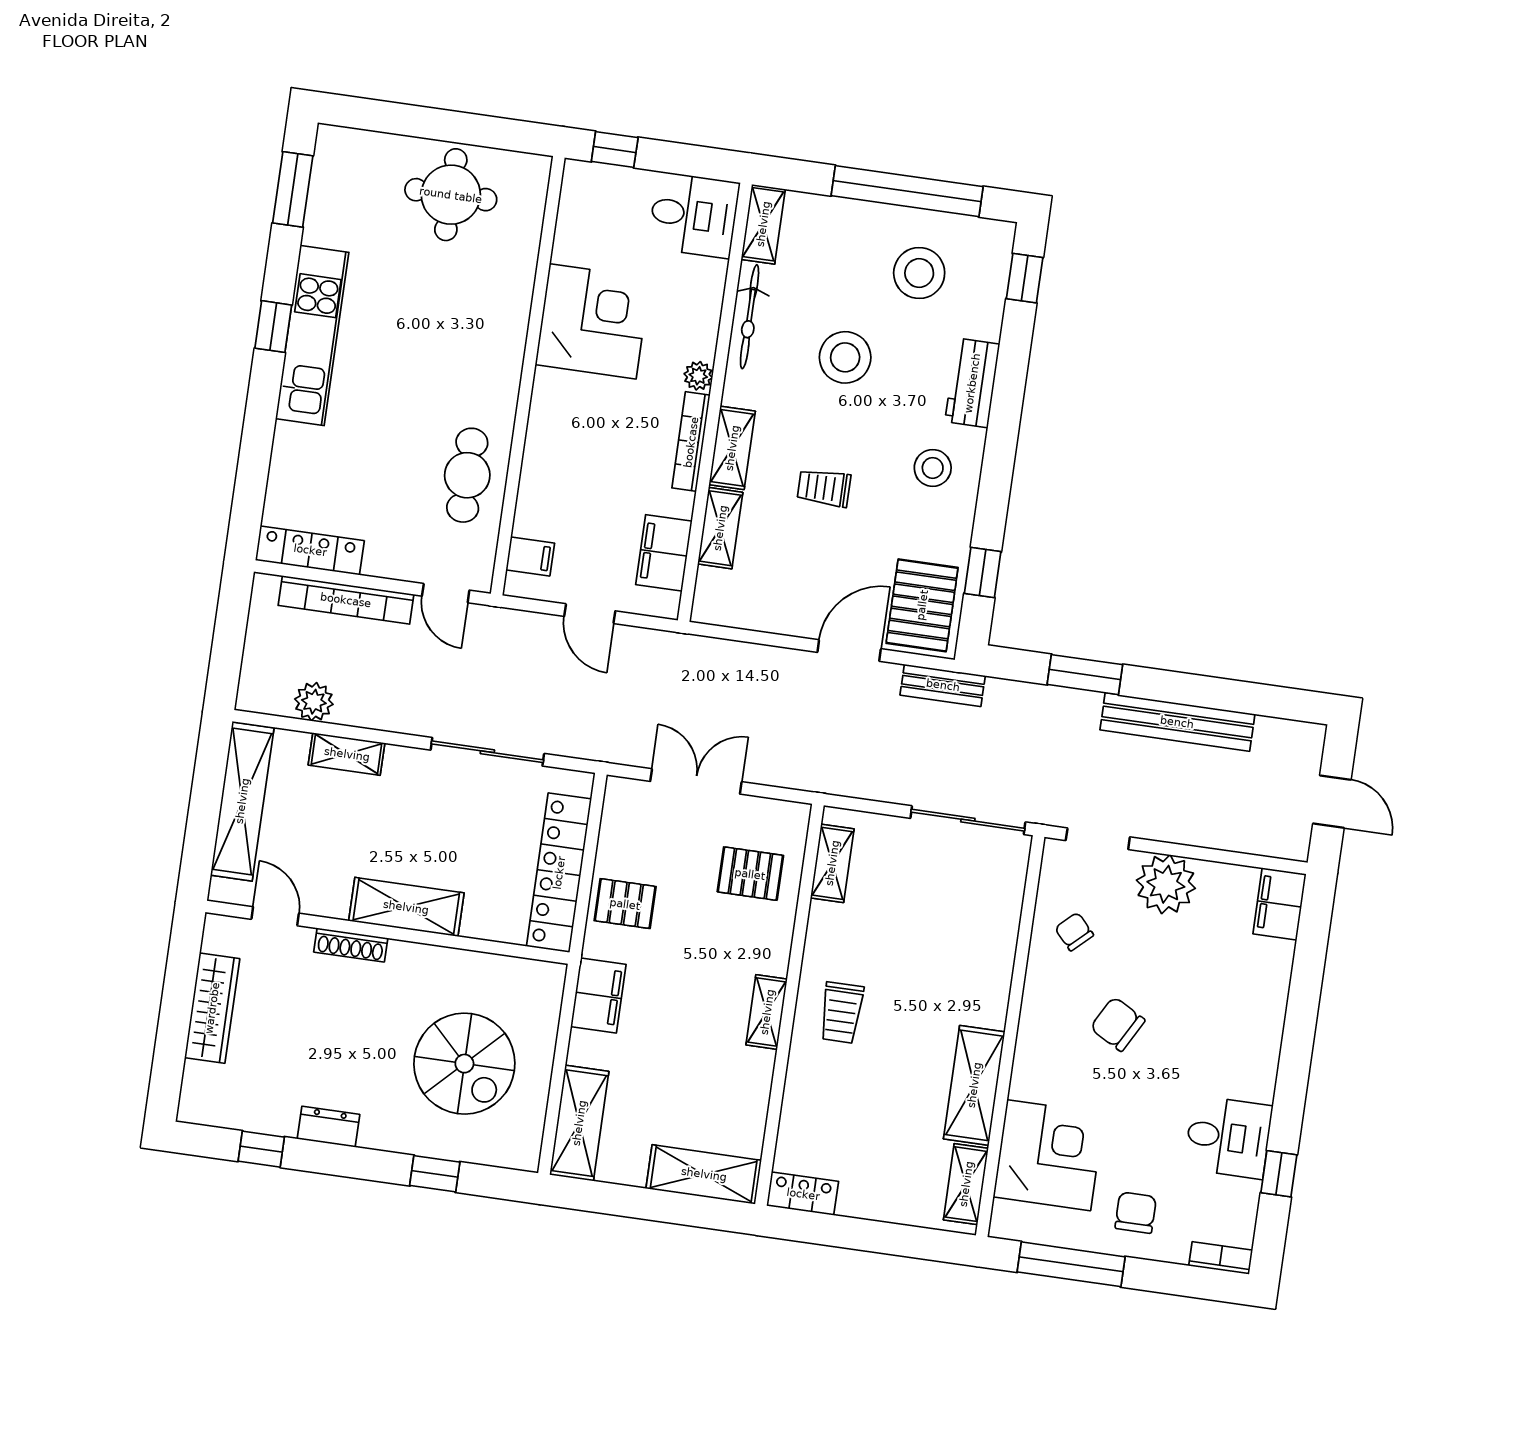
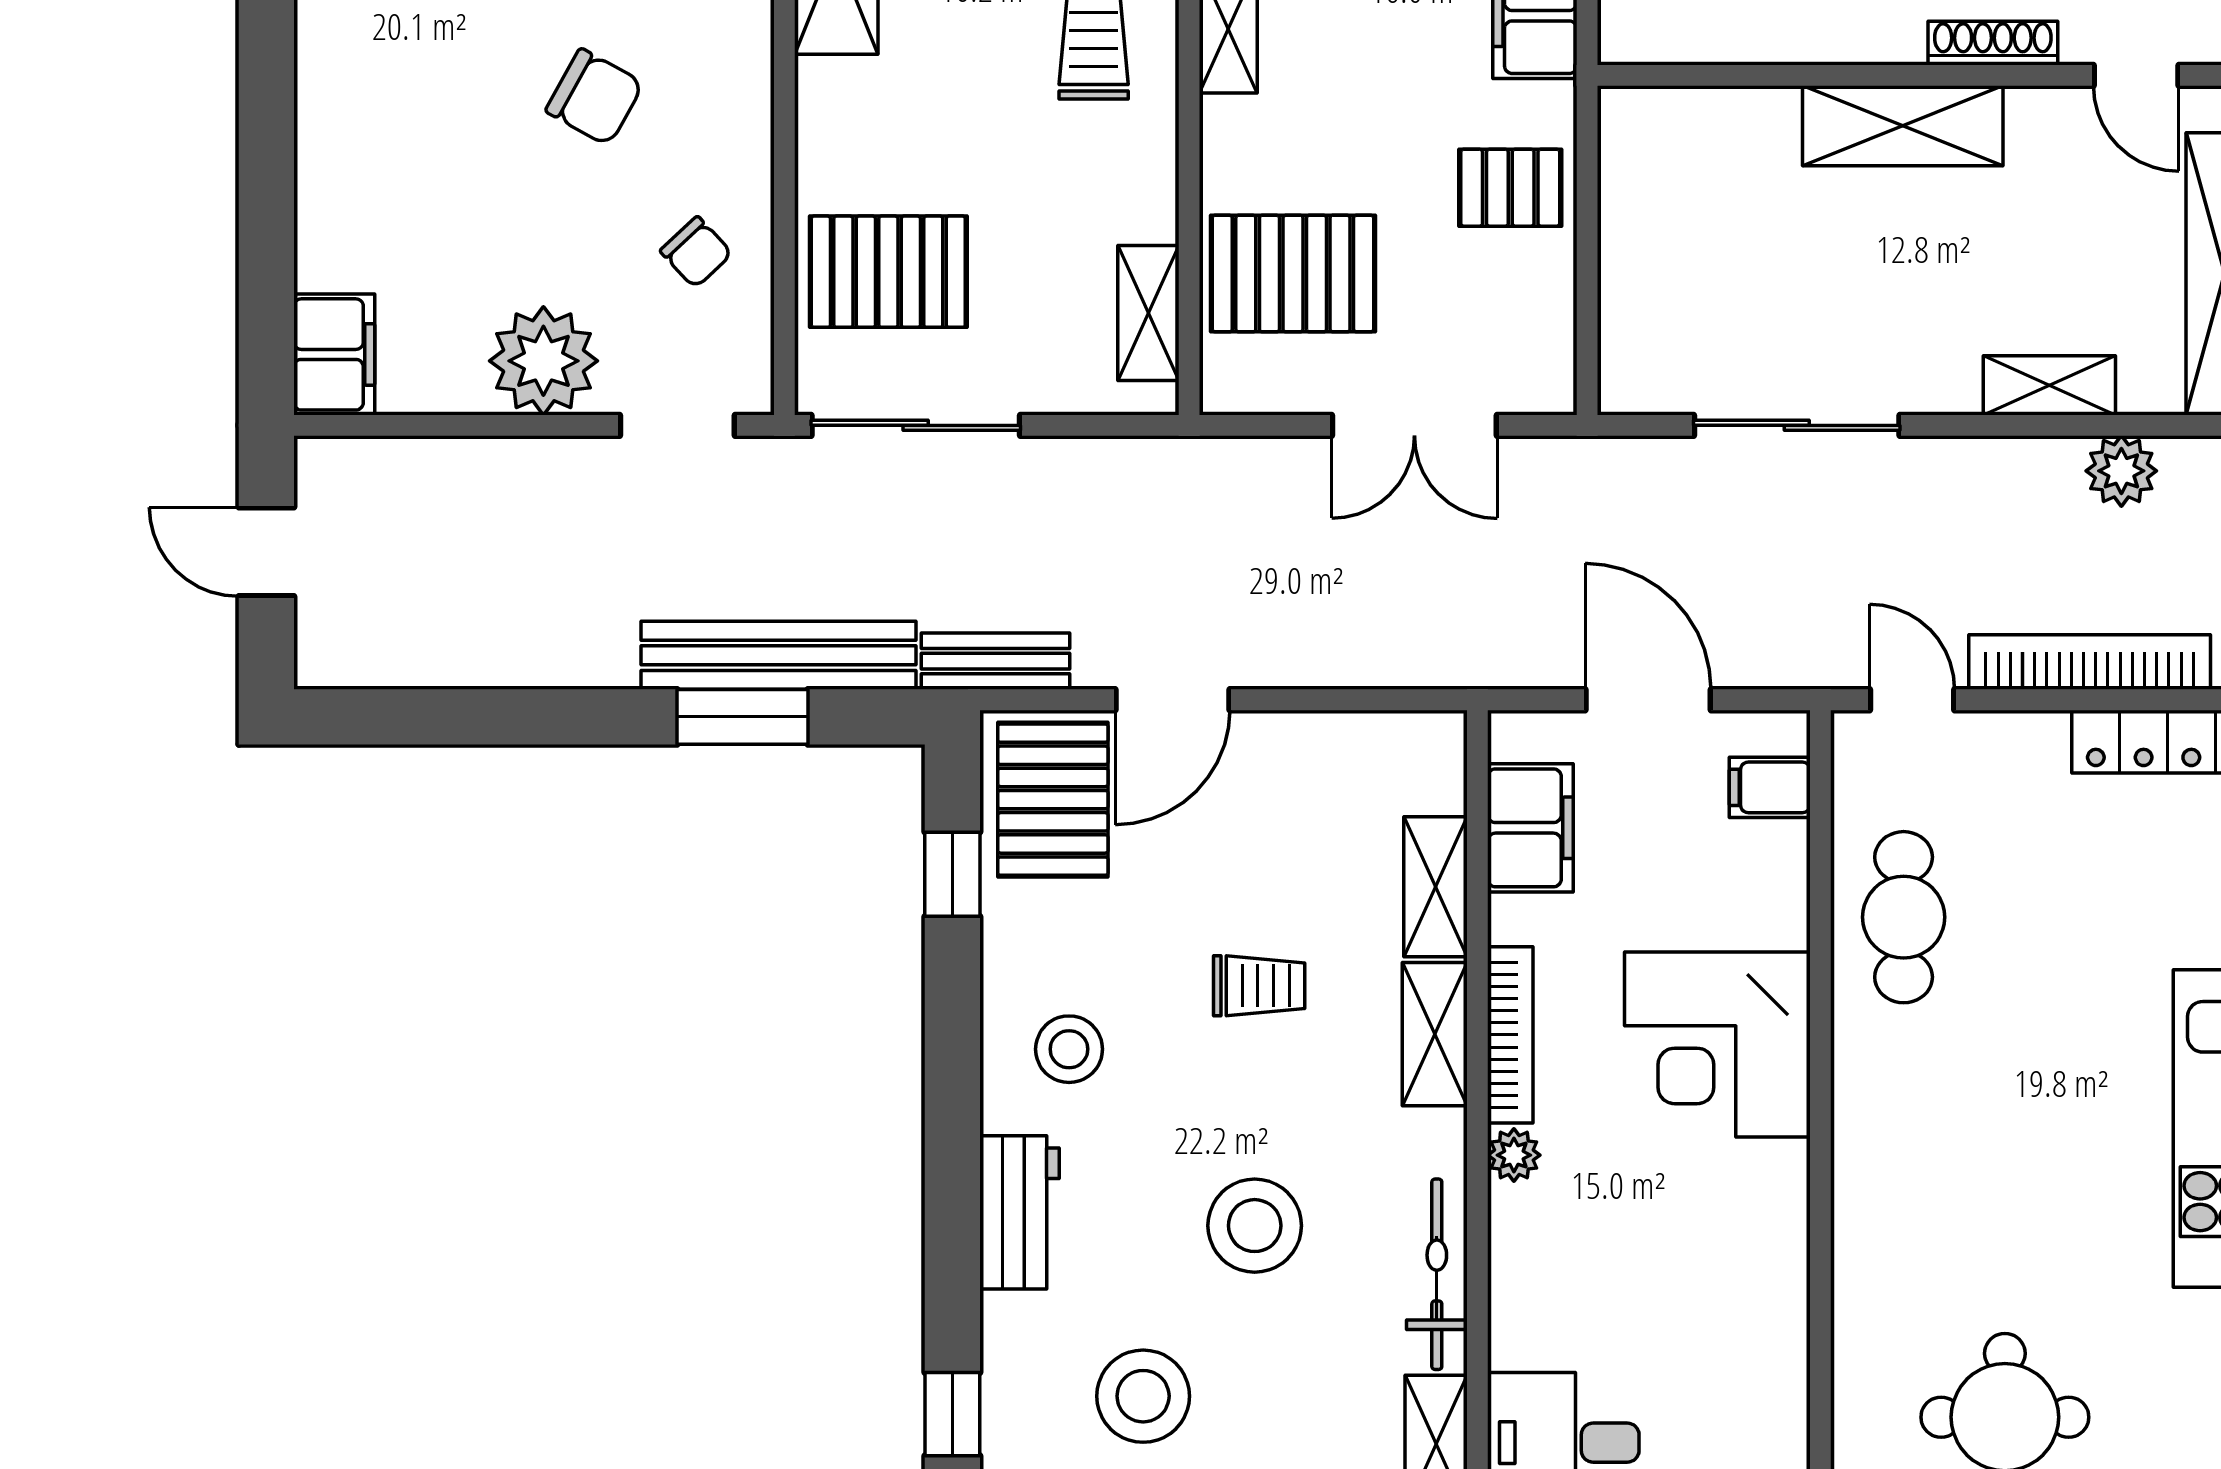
corner desk: (593, 321) -> (1717, 1044), moved
door: (590, 614) -> (1648, 700), width x1.38
bench: (1177, 722) -> (779, 655), moved
locker: (559, 873) -> (1637, 226), removed
pallet: (750, 874) -> (1293, 274), width x1.50, depth x1.42
pallet: (971, 906) -> (888, 272), added

